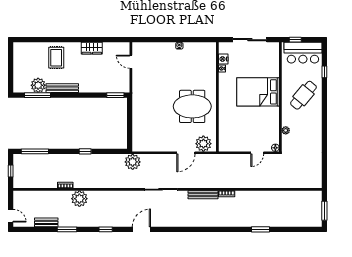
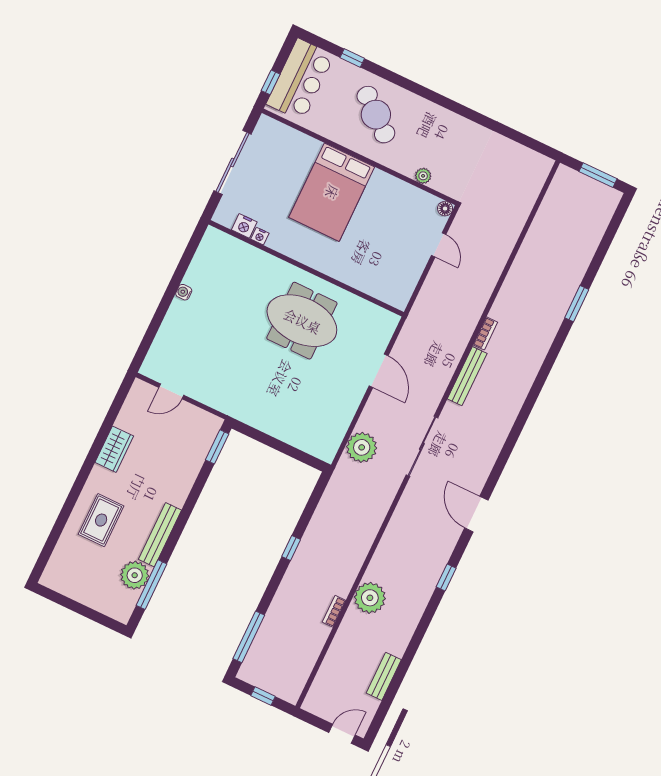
rug: (56, 58) -> (101, 520), turned 90
meeting table: (192, 106) -> (302, 321), turned 90
plant: (203, 144) -> (377, 332), removed
plant: (133, 162) -> (362, 447), moved
window: (67, 229) -> (414, 646), removed

